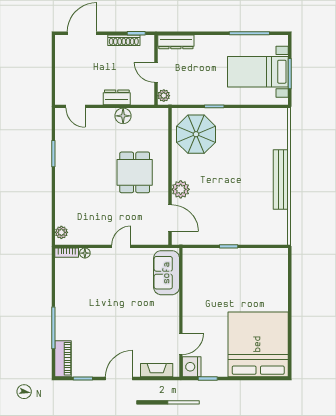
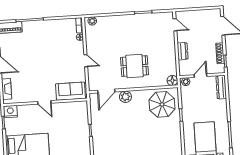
door: (76, 106) -> (175, 25), swing flipped
floor lamp: (123, 116) -> (172, 80), moved
door: (181, 344) -> (44, 102), moved

